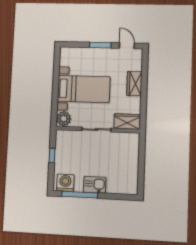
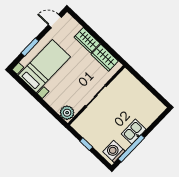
window: (100, 45) -> (30, 47), moved
bed with nightstands: (84, 89) -> (44, 66), moved
wardrobe: (127, 122) -> (105, 58), moved, turned -90

